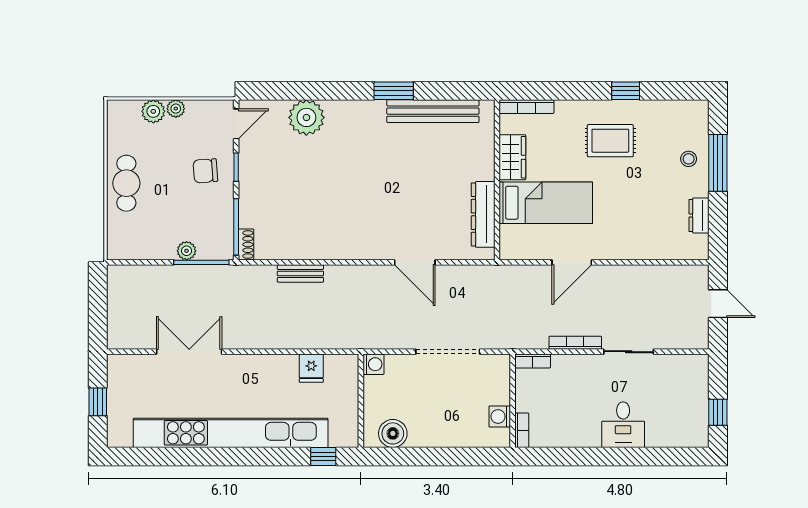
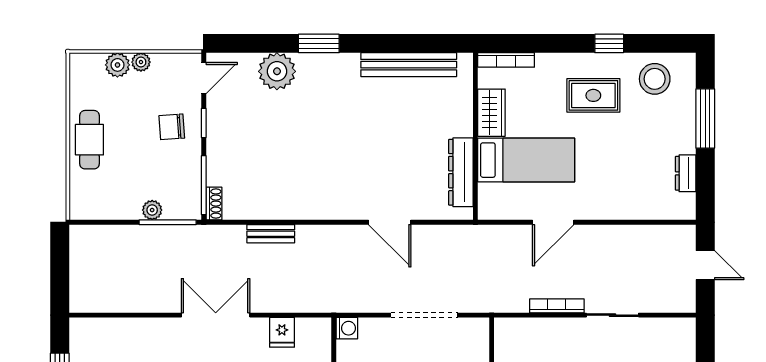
window: (394, 91) -> (319, 43), moved
stool: (689, 159) -> (655, 79), moved, width x1.89, depth x1.89
double door: (189, 352) -> (216, 315), moved
bookcase: (533, 361) -> (512, 325), removed

